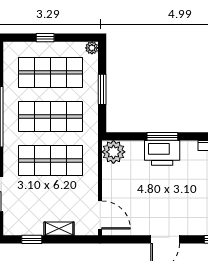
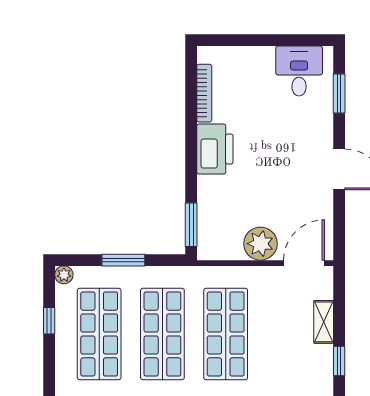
window: (45, 38) -> (49, 321), moved
window: (162, 136) -> (191, 225), moved
plant: (113, 152) -> (260, 244), moved
printer: (162, 153) -> (215, 149), moved

